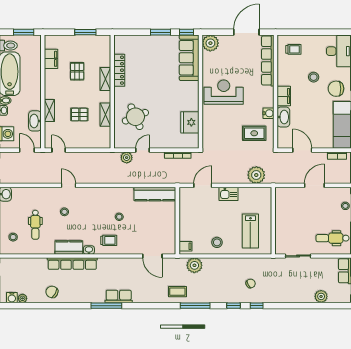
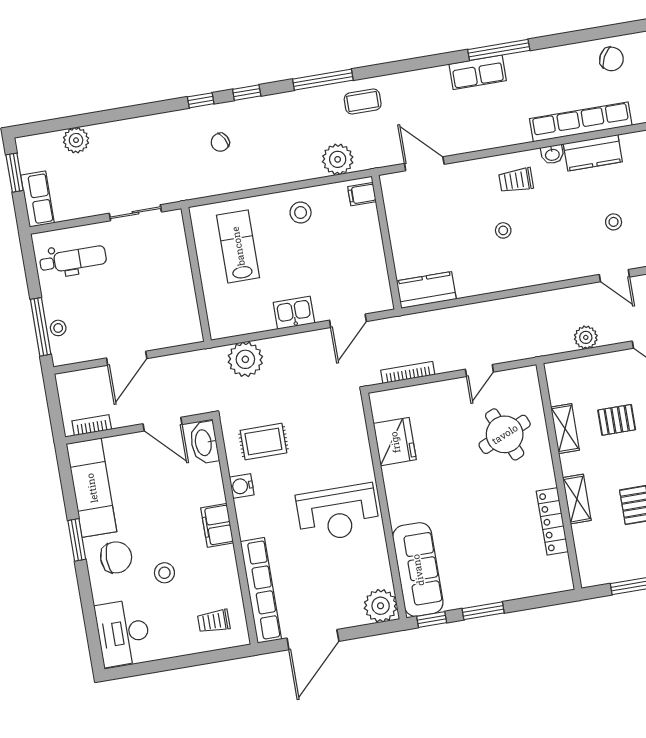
washbasin: (283, 117) -> (204, 443), moved
plant: (127, 158) -> (586, 337), moved
kitchen counter: (155, 194) -> (426, 290), width x0.67

